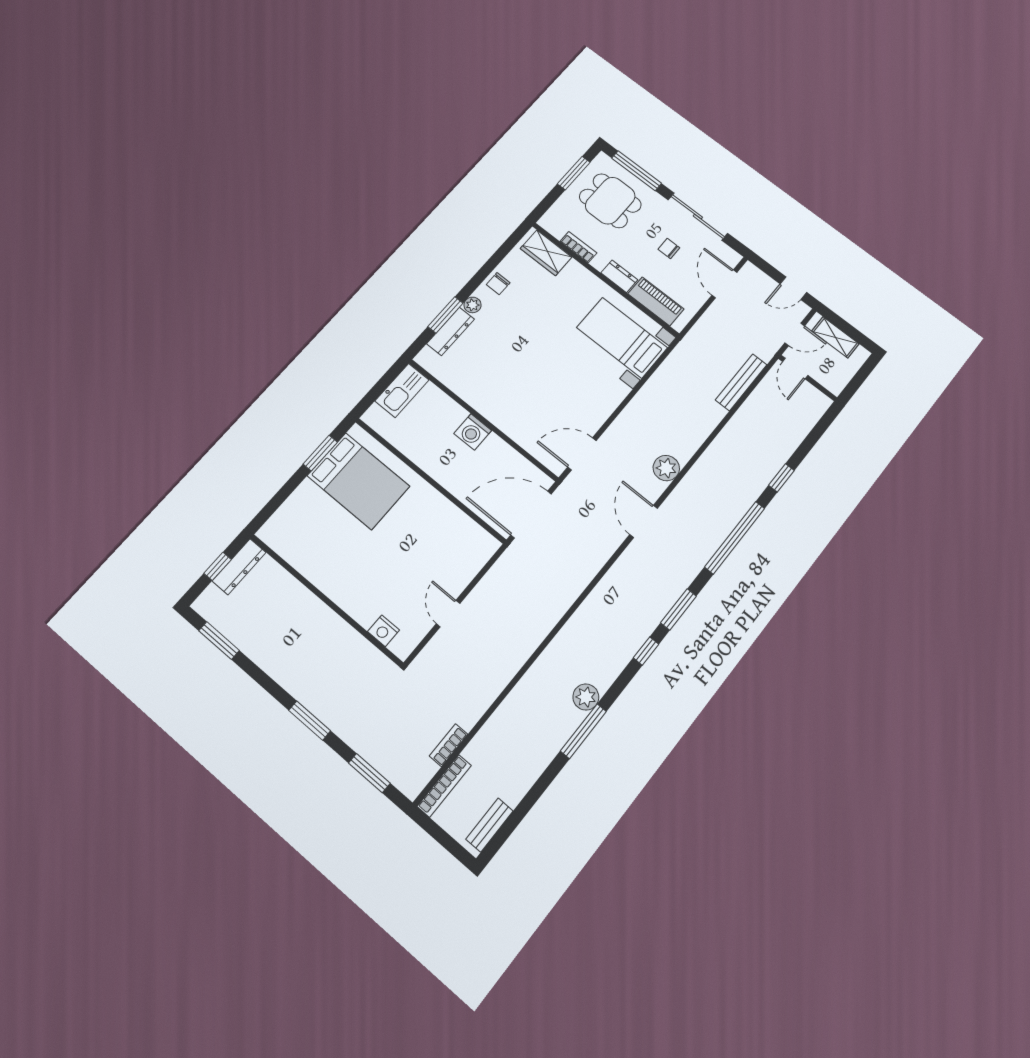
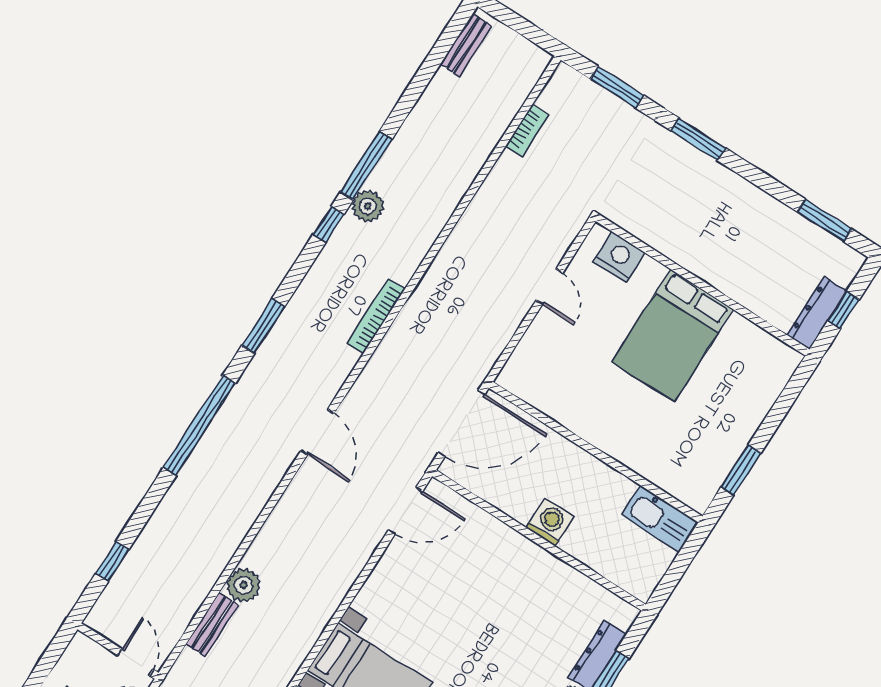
bench: (741, 382) -> (212, 625), width x0.73
kitchen sink: (402, 390) -> (659, 518), moved, turned -90
plant: (666, 468) -> (243, 585), moved
window: (781, 478) -> (112, 561), moved
bed: (358, 481) -> (673, 335), moved, turned -90
nightstand: (383, 631) -> (619, 257), width x1.36, depth x1.33
window: (646, 651) -> (329, 224), moved
bookcase: (444, 786) -> (376, 316), moved

